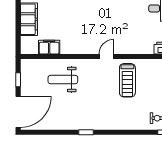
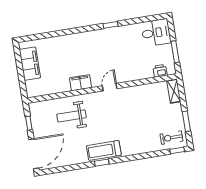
filing cabinet: (49, 47) -> (81, 83), moved
treadmill: (127, 80) -> (104, 150), moved, turned 90

